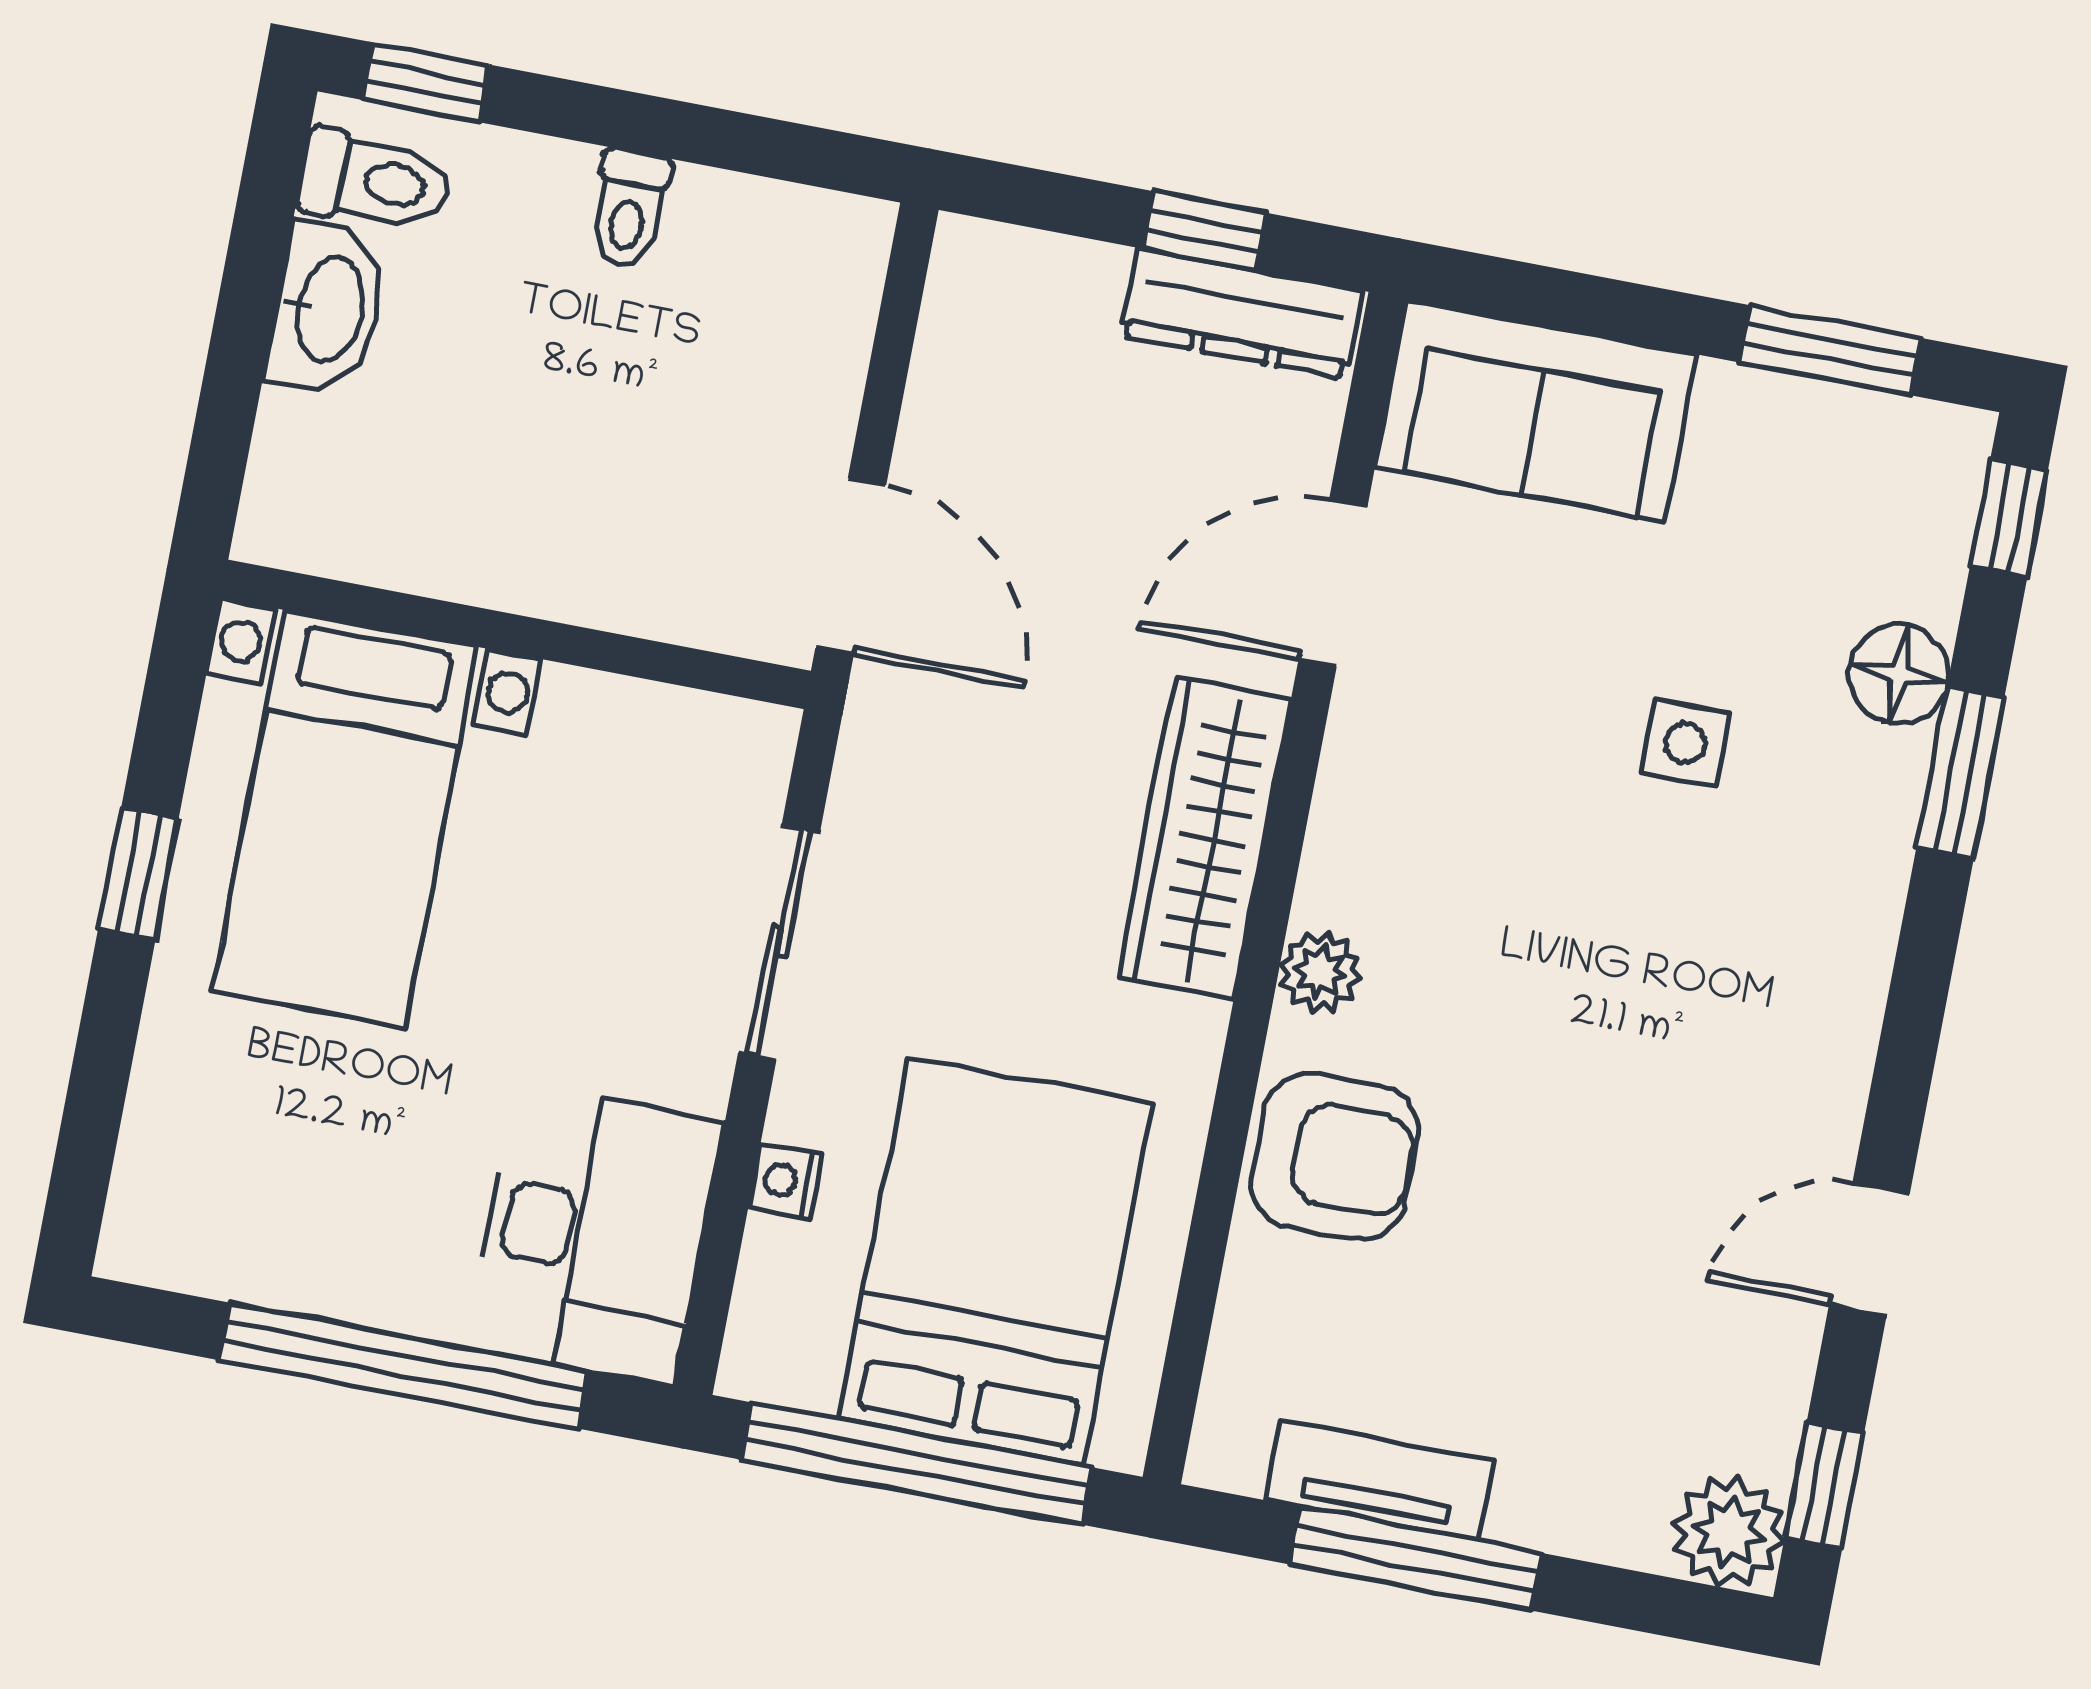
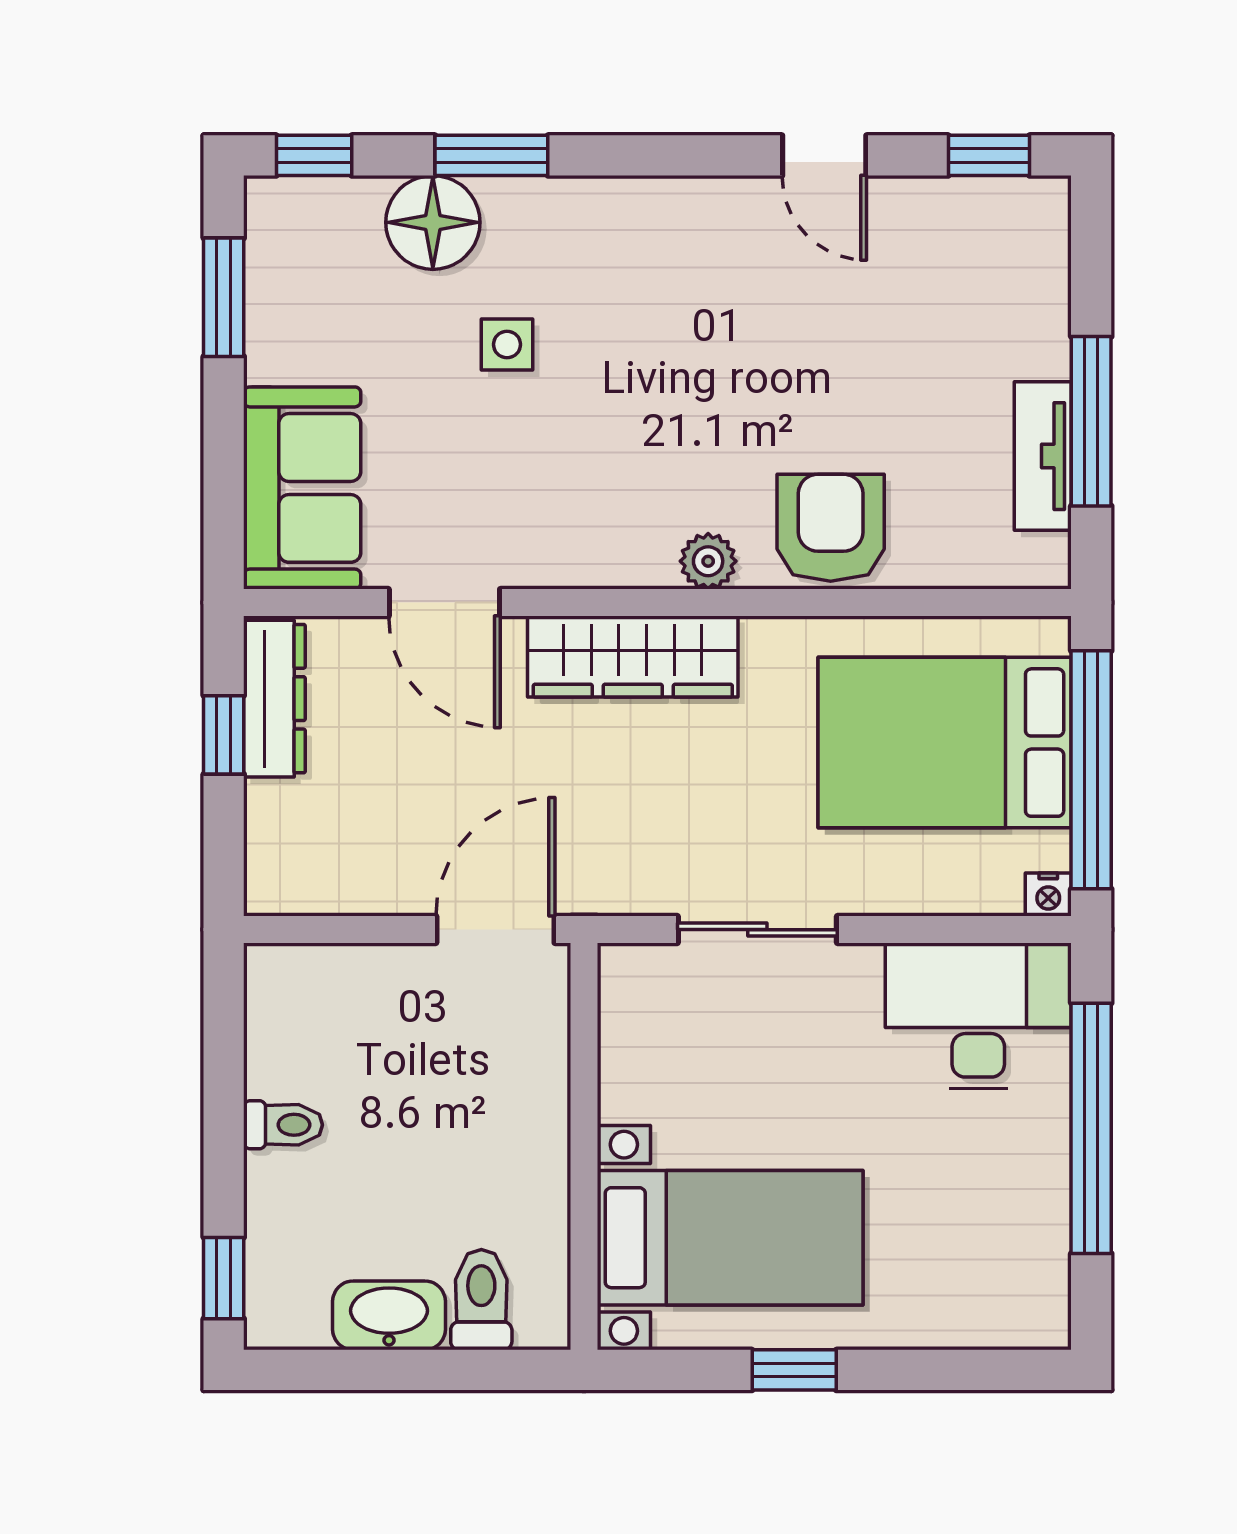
toilet: (375, 181) -> (481, 1300), moved
floor lamp: (1899, 674) -> (433, 222), width x1.38, depth x1.38
nightstand: (785, 1181) -> (1048, 895), moved
plant: (1729, 1532) -> (1033, 214), removed

